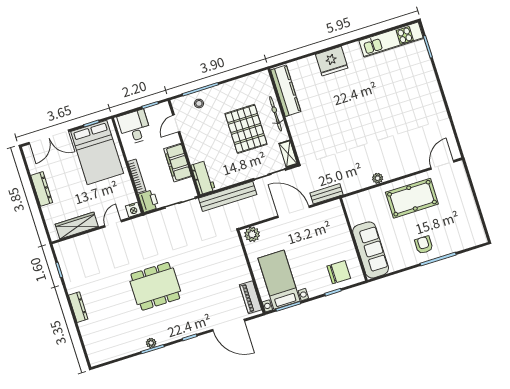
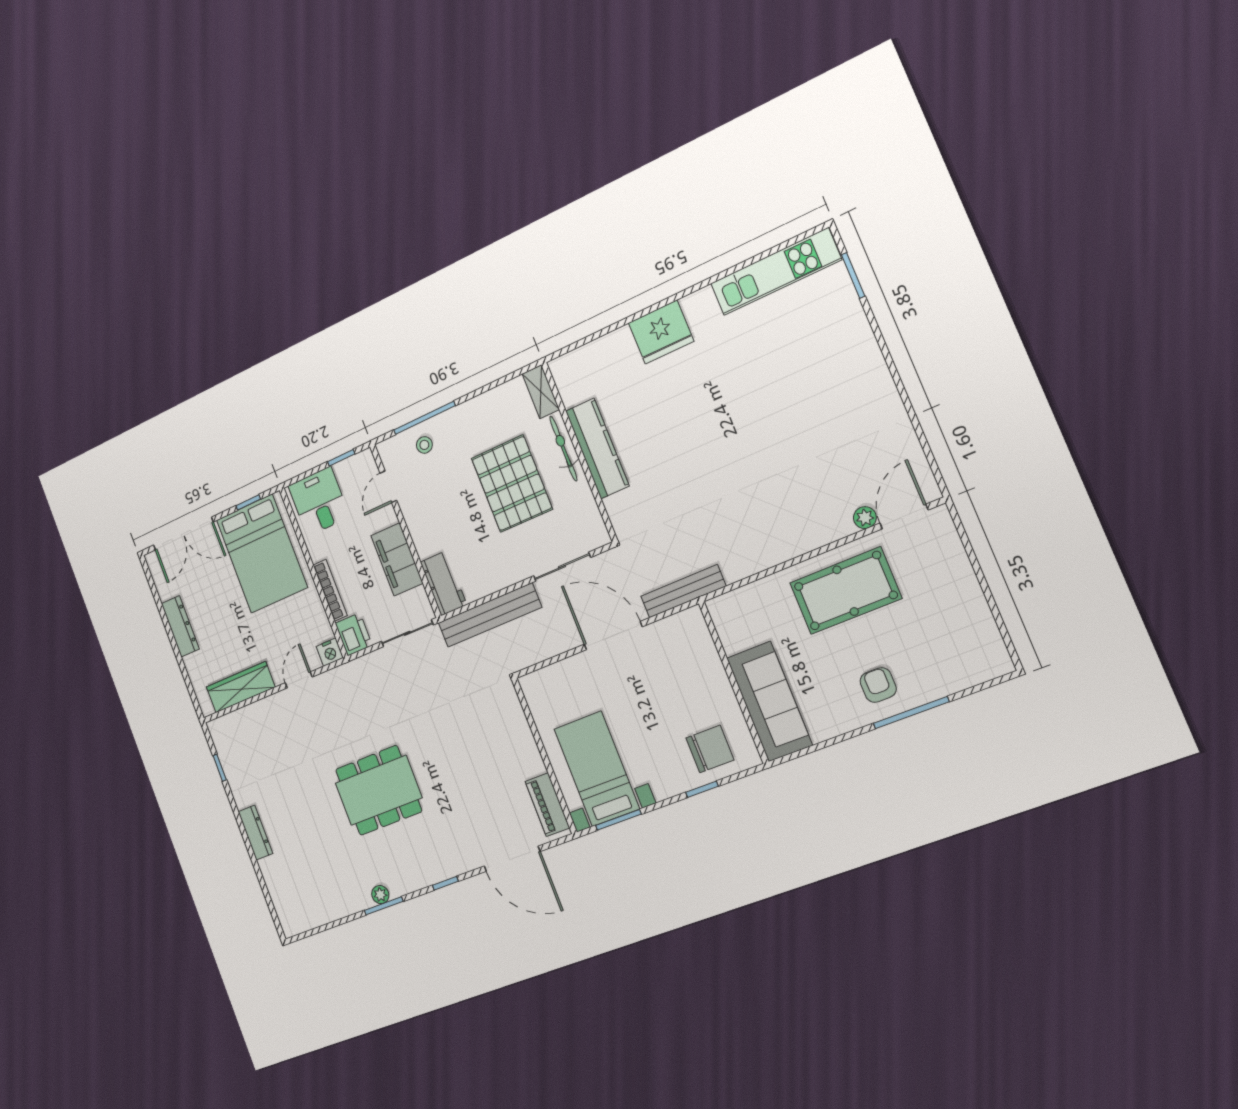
kitchen counter: (286, 91) -> (597, 448), moved
shelving: (288, 154) -> (541, 392), moved
plant: (378, 178) -> (865, 518), moved
bench: (326, 194) -> (683, 591), width x1.36
plant: (252, 234) -> (540, 684), removed

